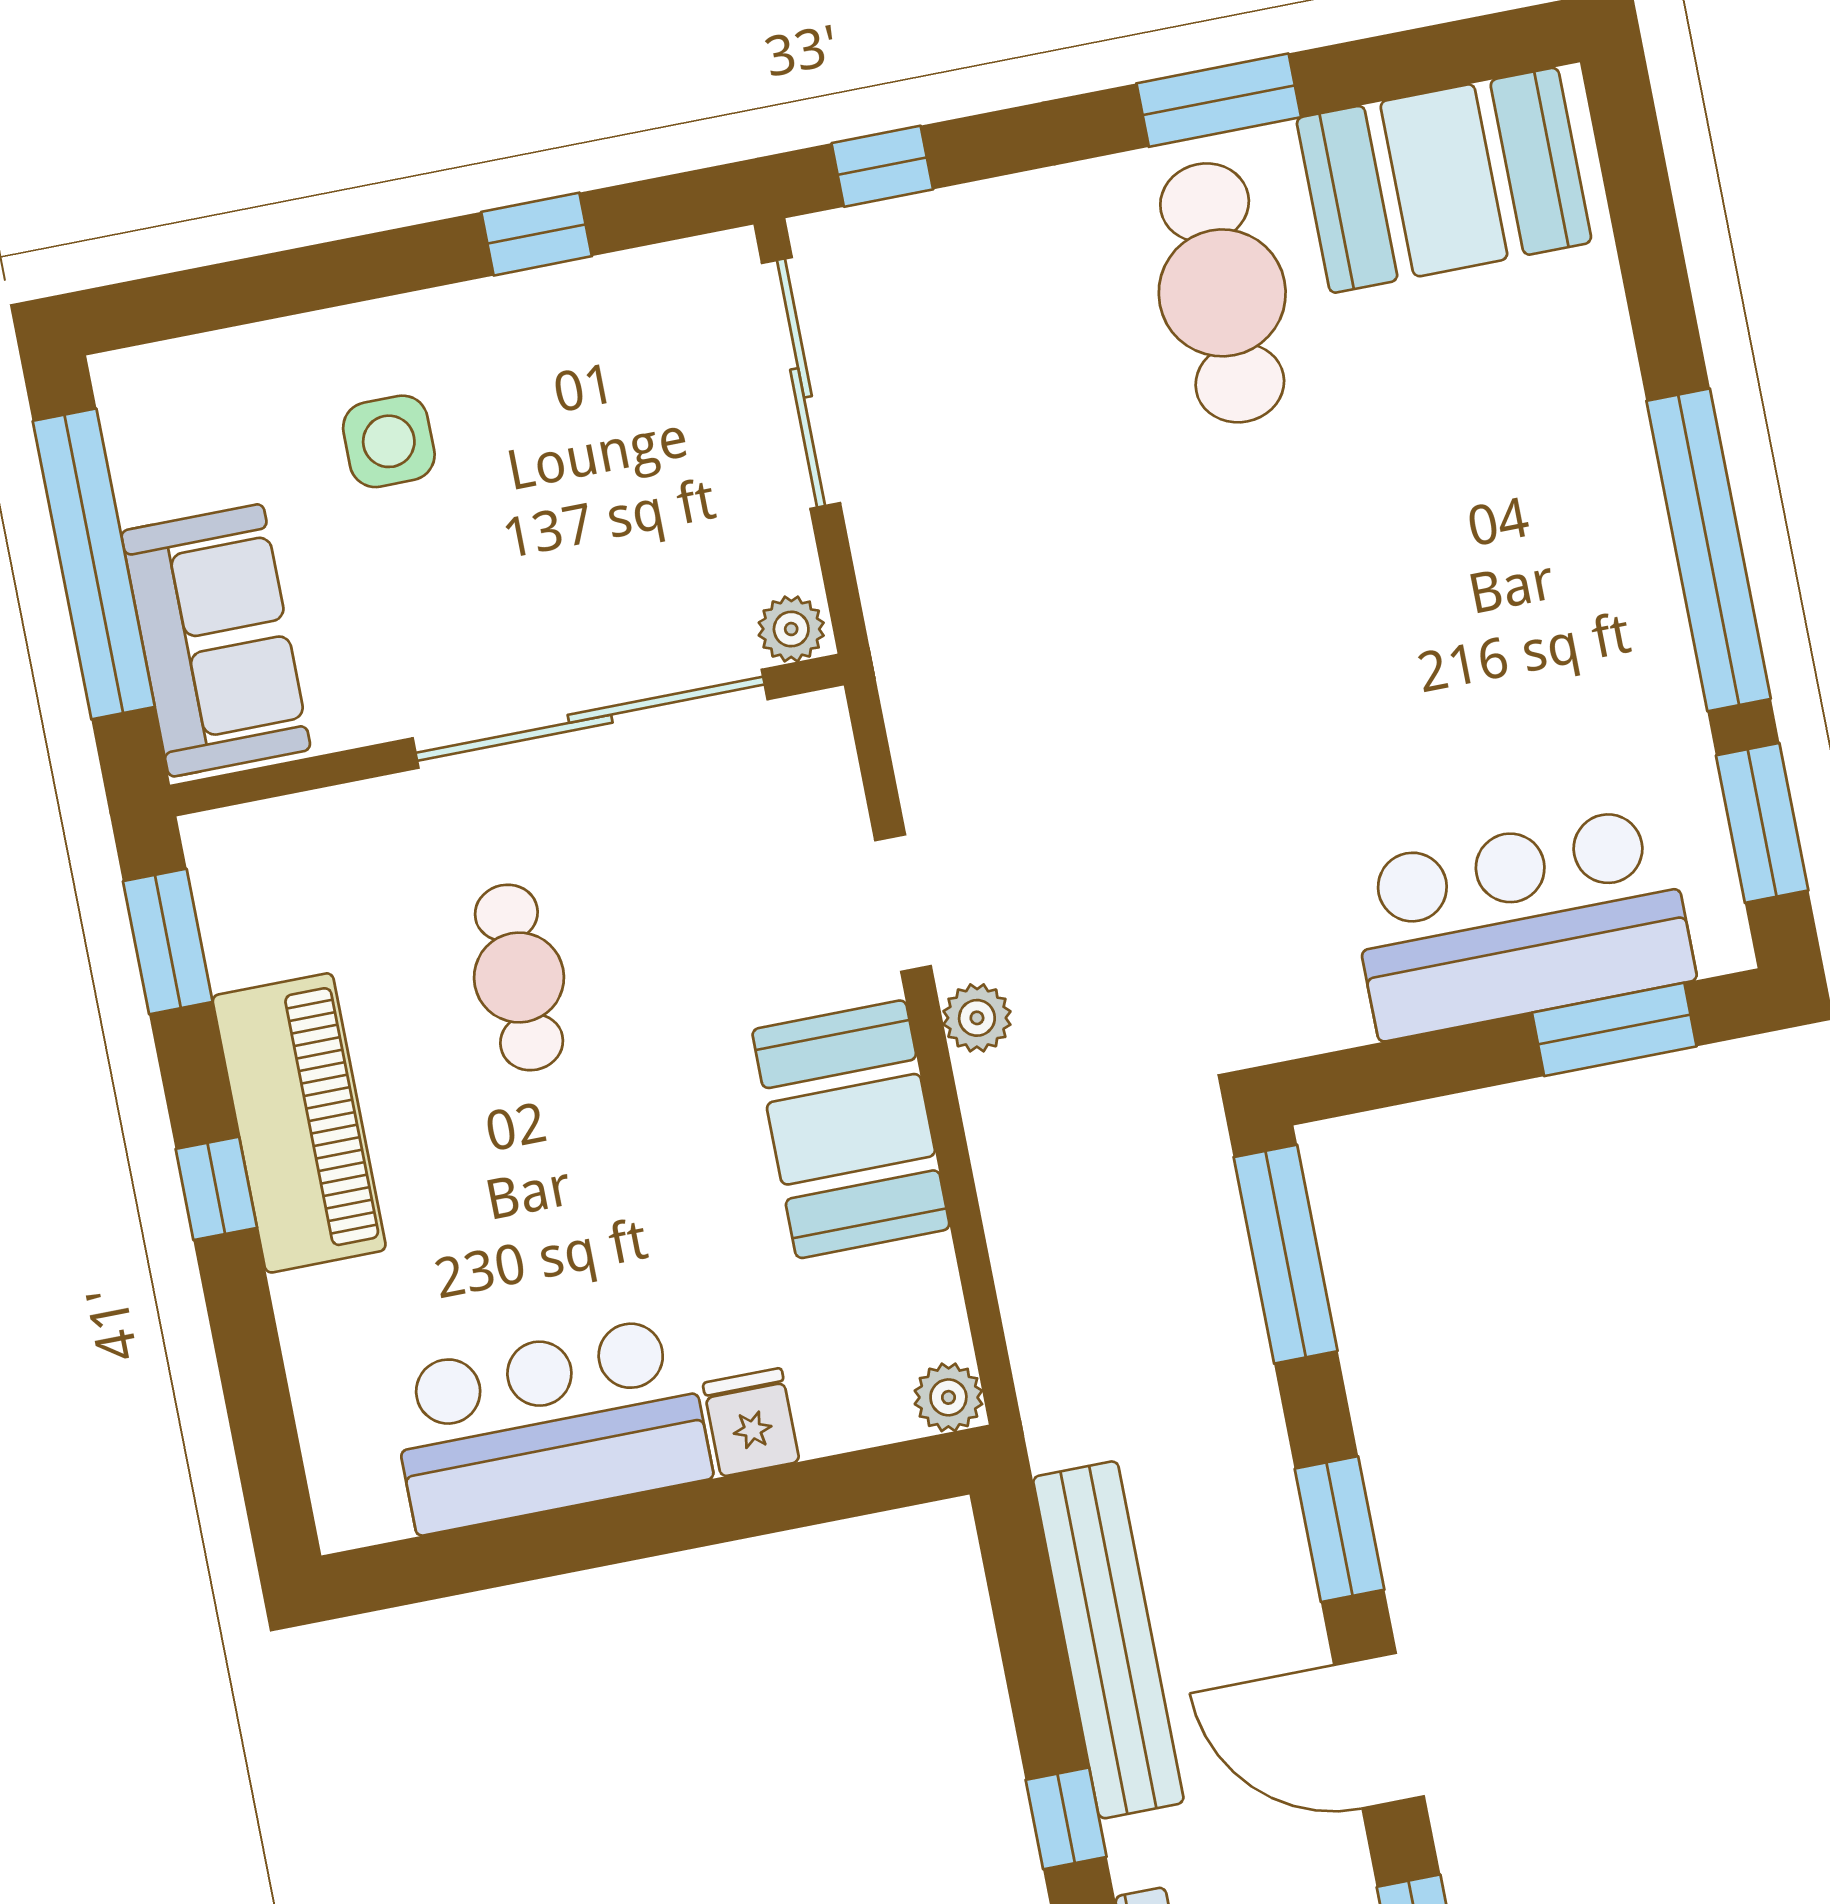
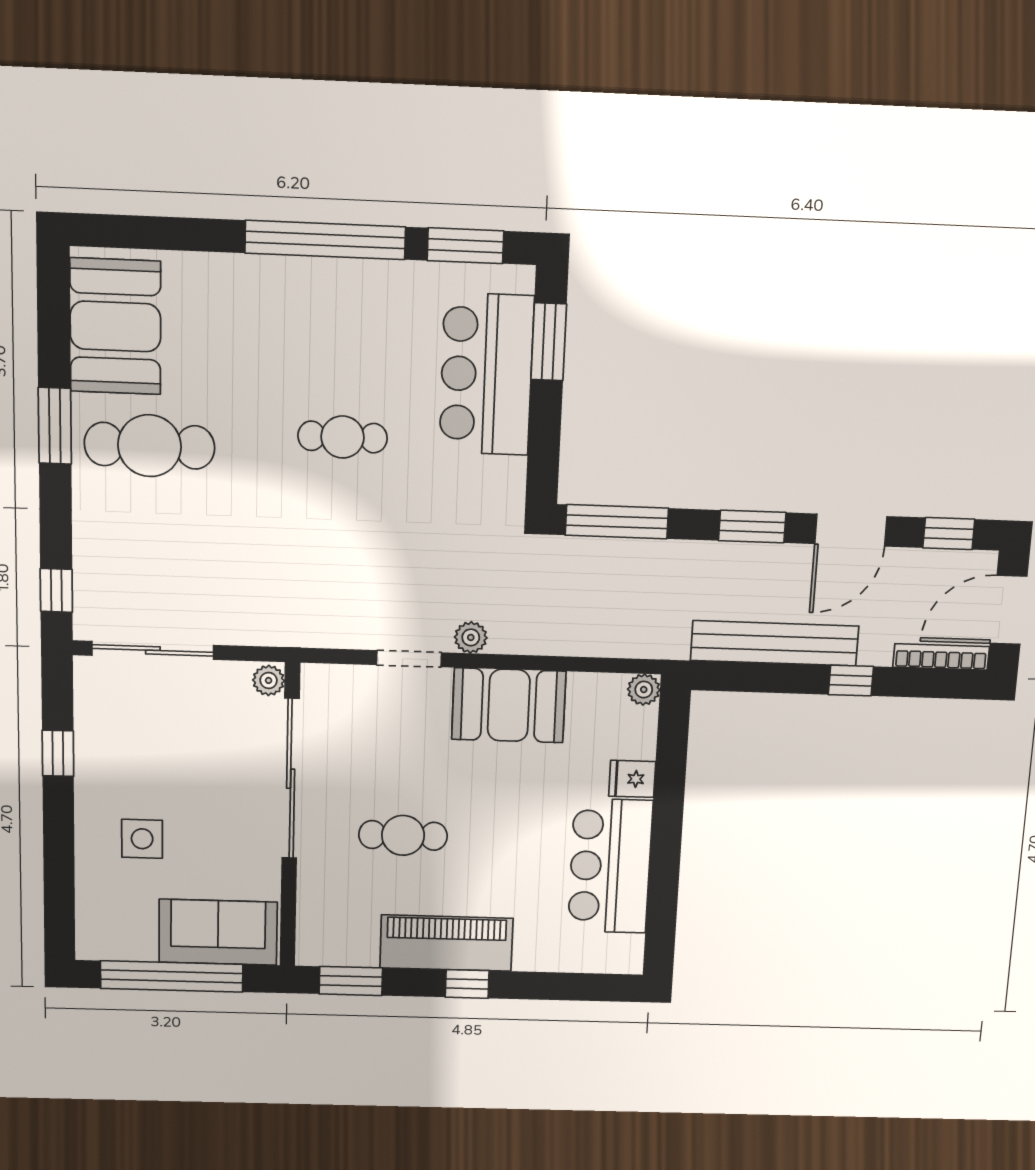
cafe table: (1329, 668) -> (343, 437), added

